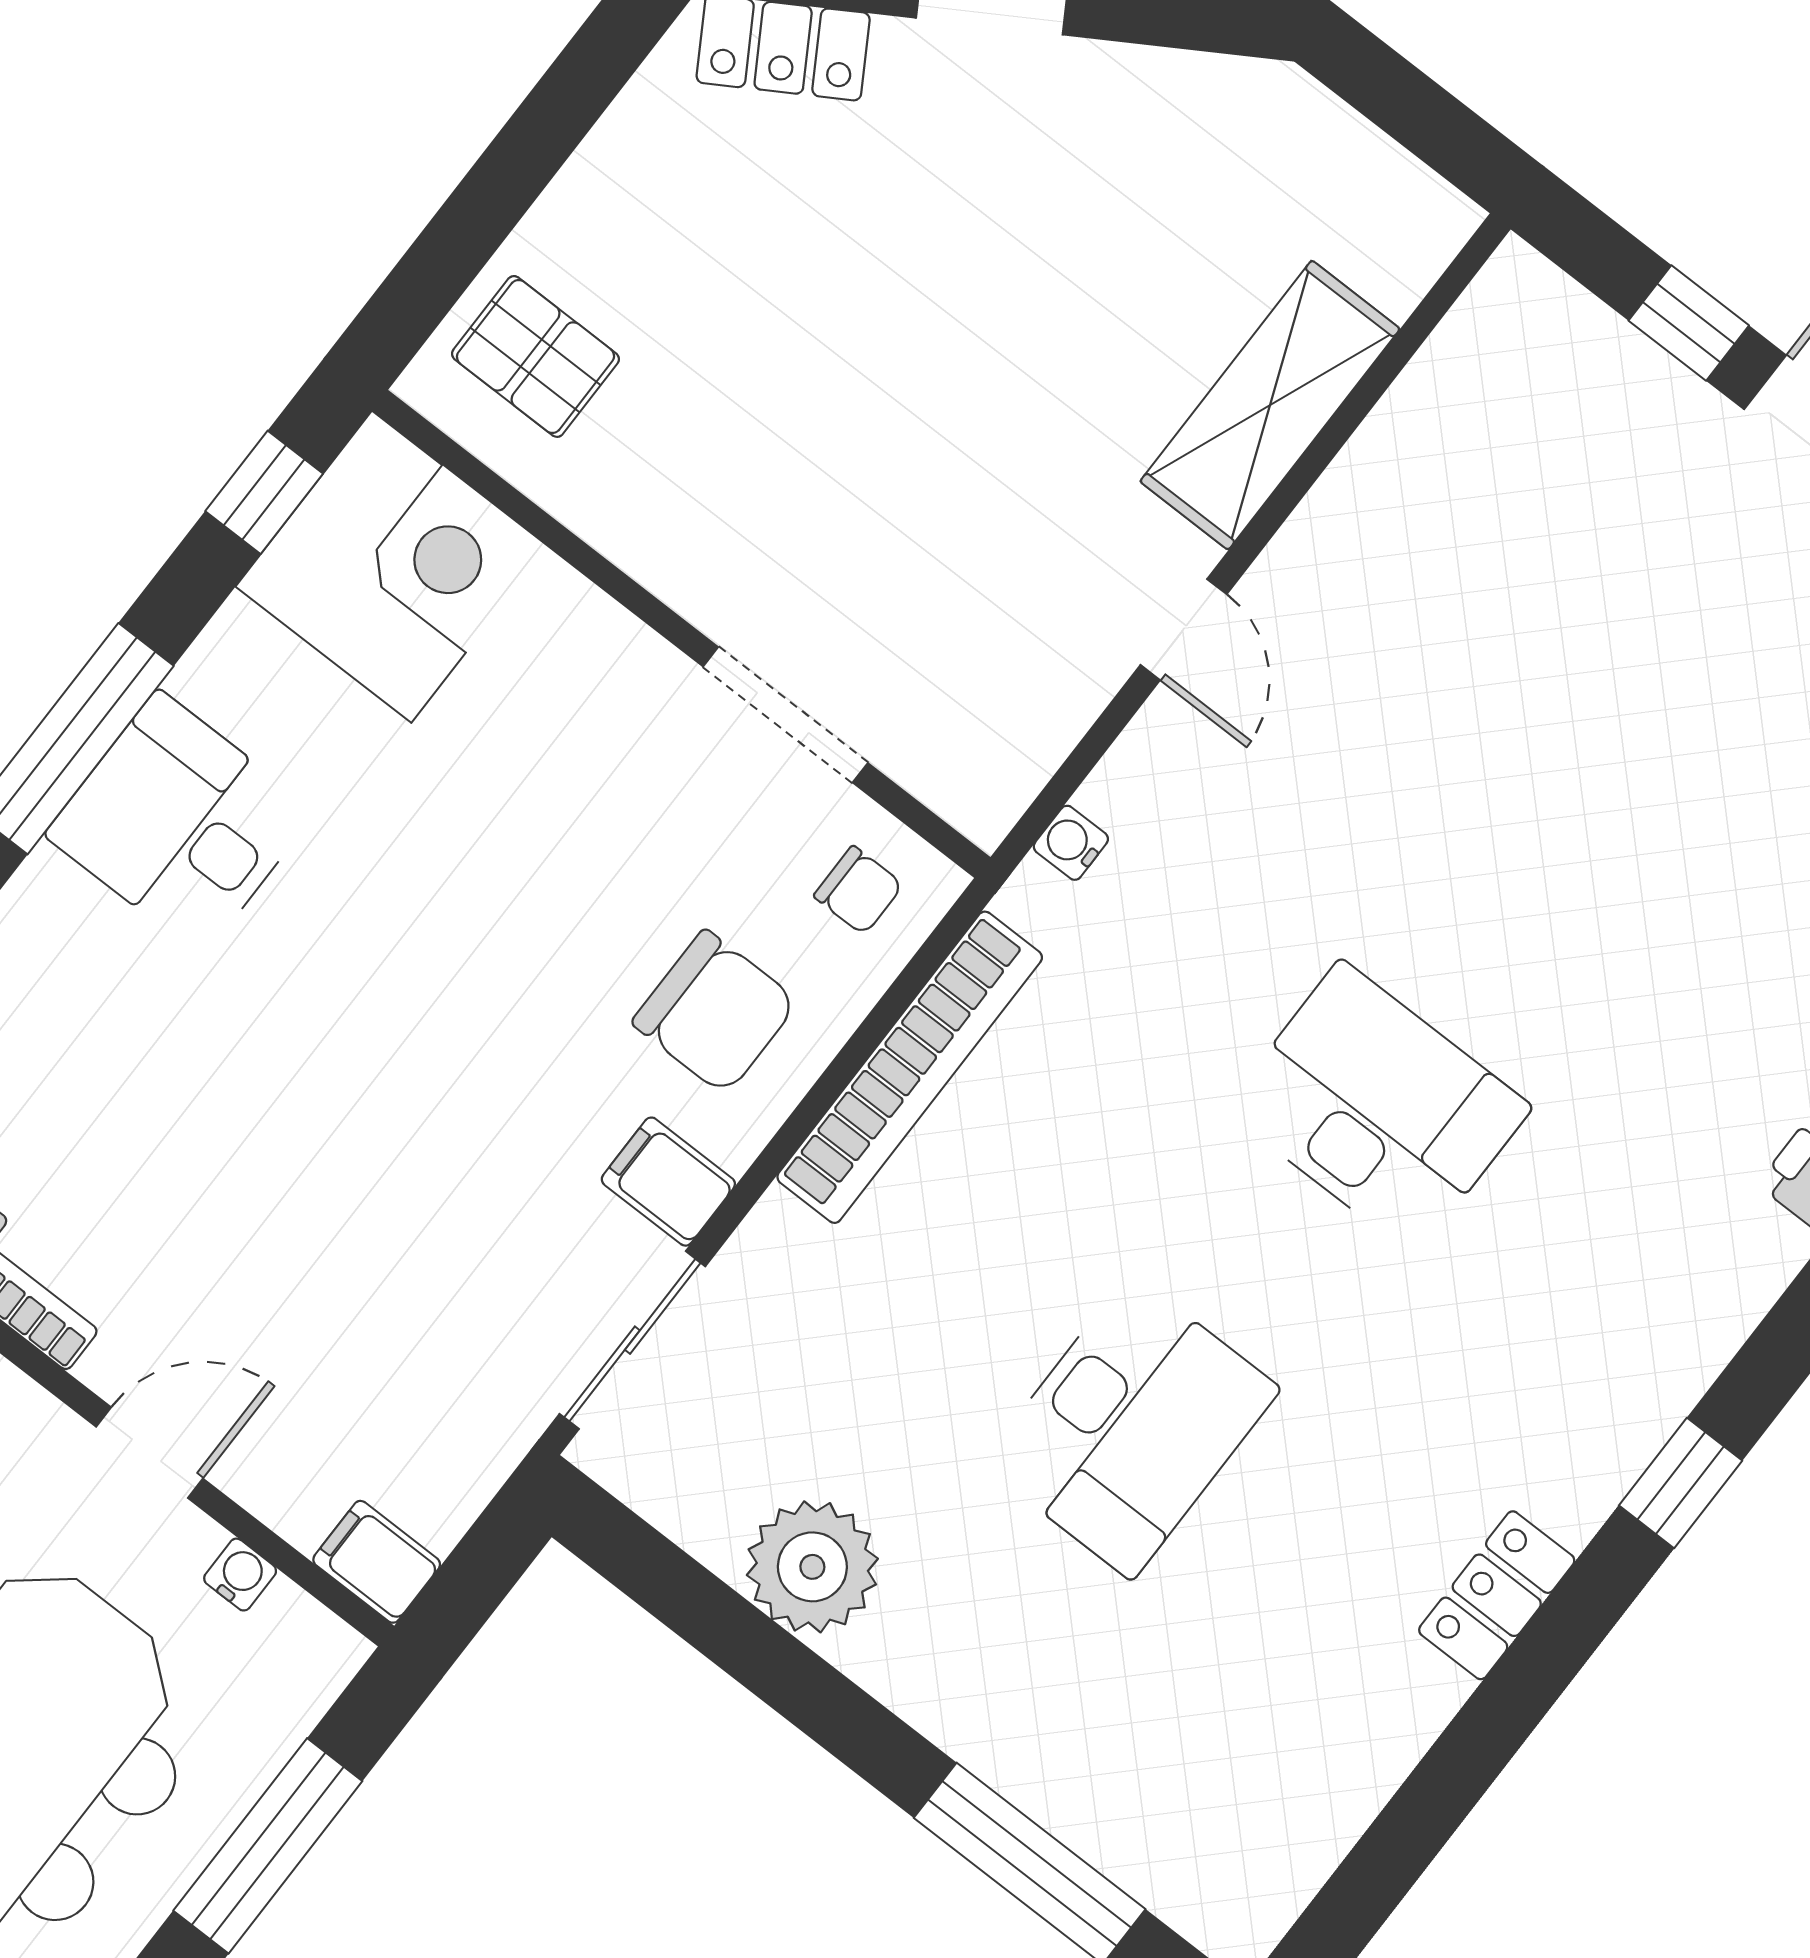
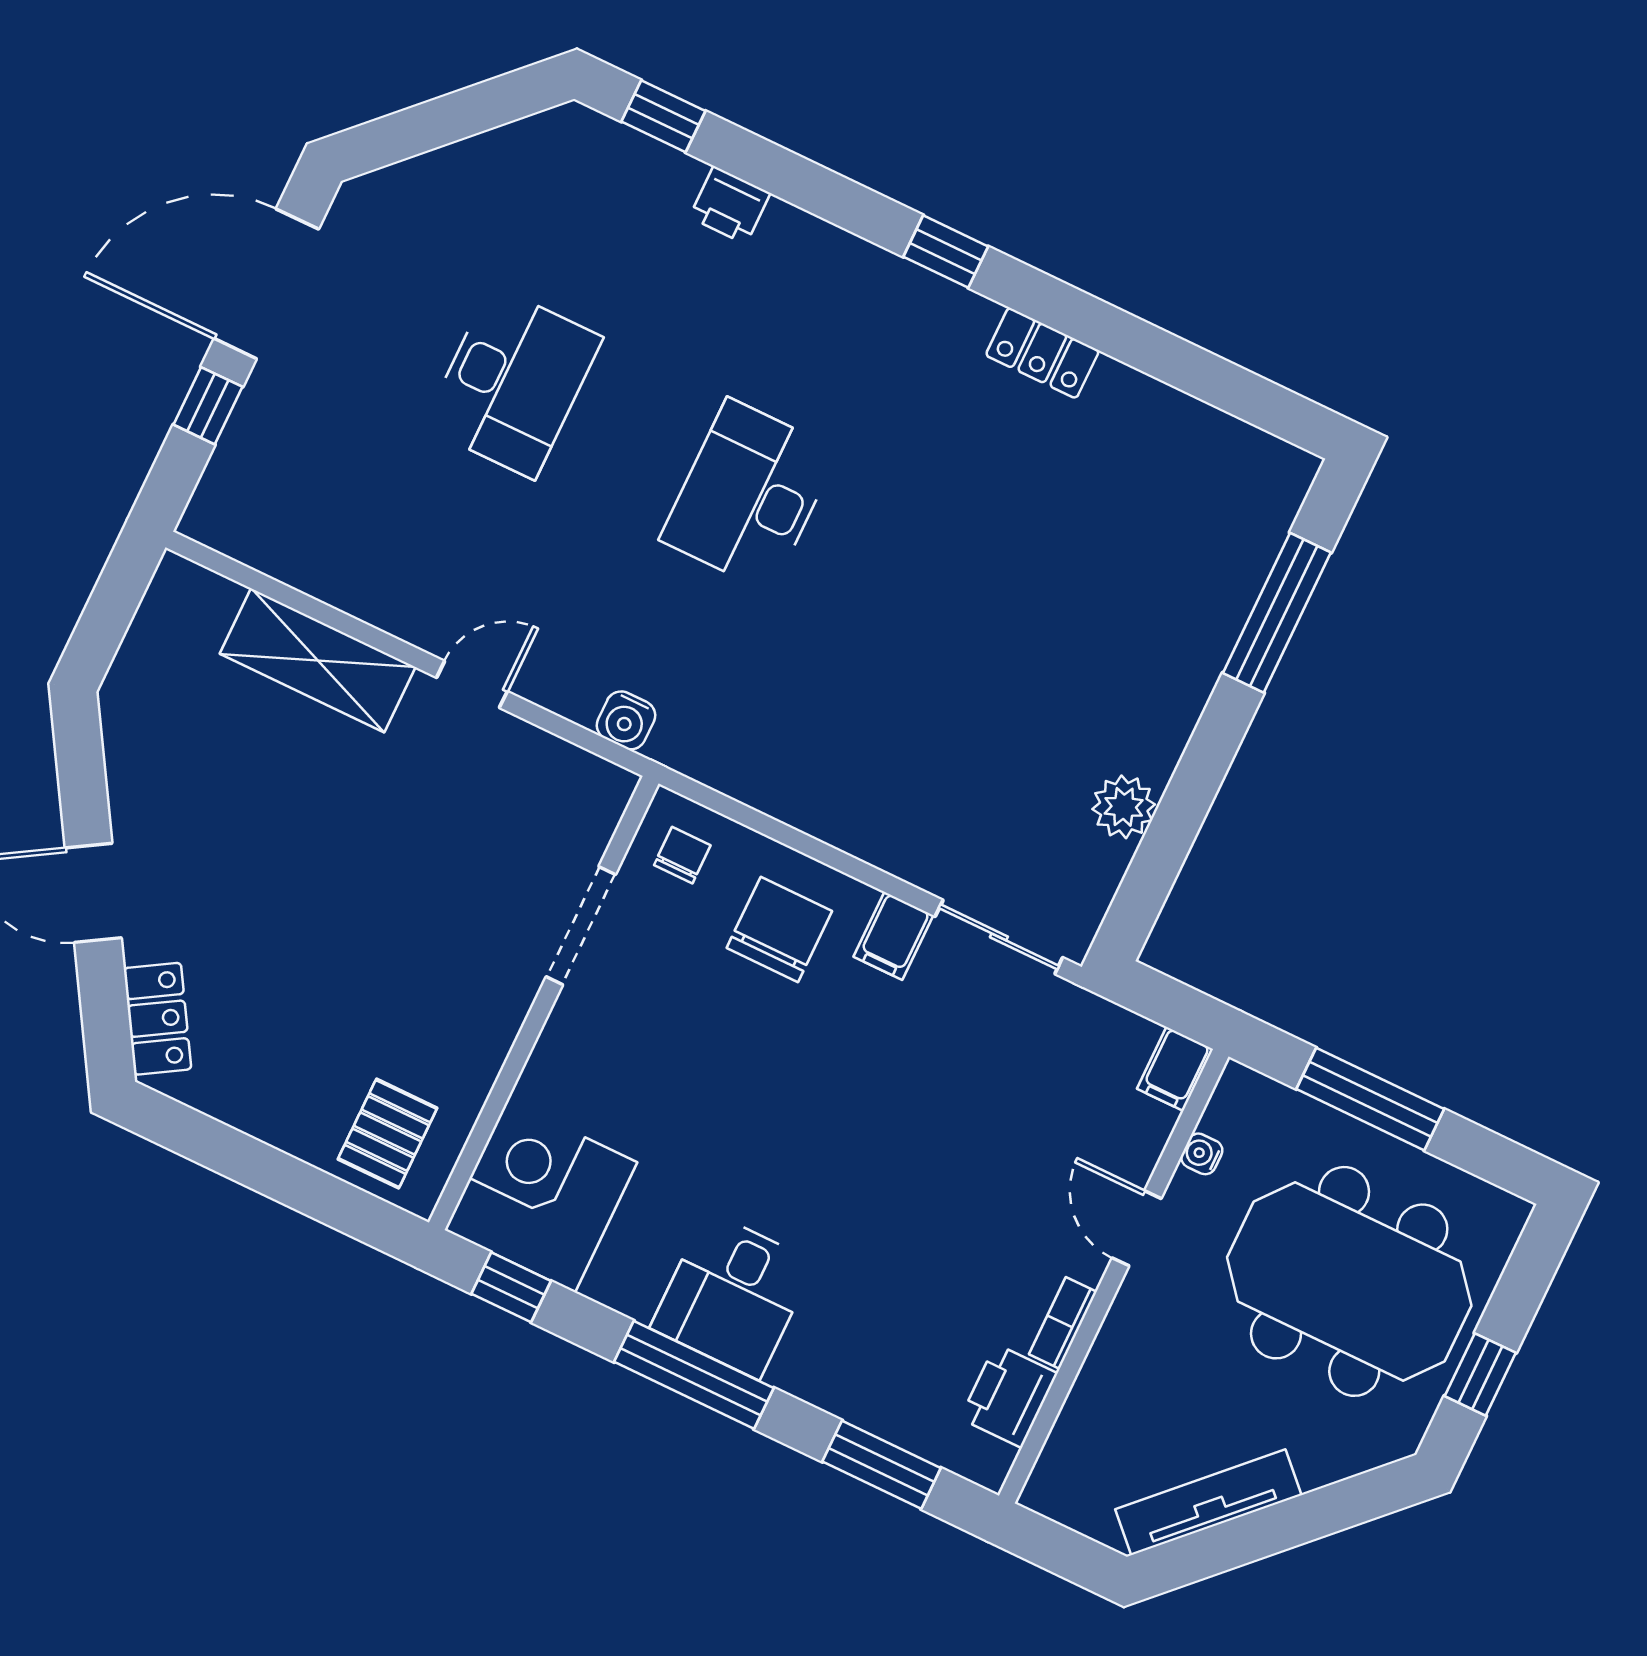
water cooler: (1071, 843) -> (626, 720), width x1.38, depth x1.38
bookcase: (910, 1067) -> (788, 798), removed
desk: (1131, 1426) -> (513, 382), moved, turned 90
plant: (812, 1567) -> (1124, 807), width x0.73, depth x0.73

